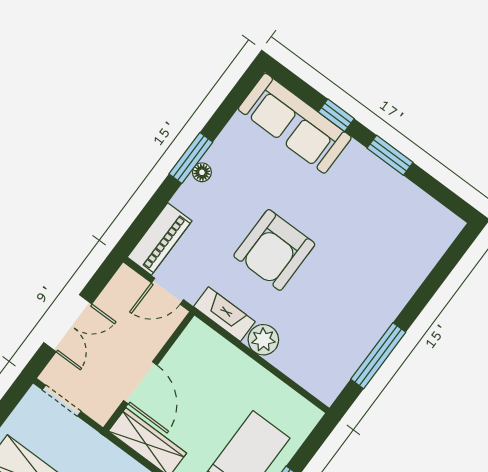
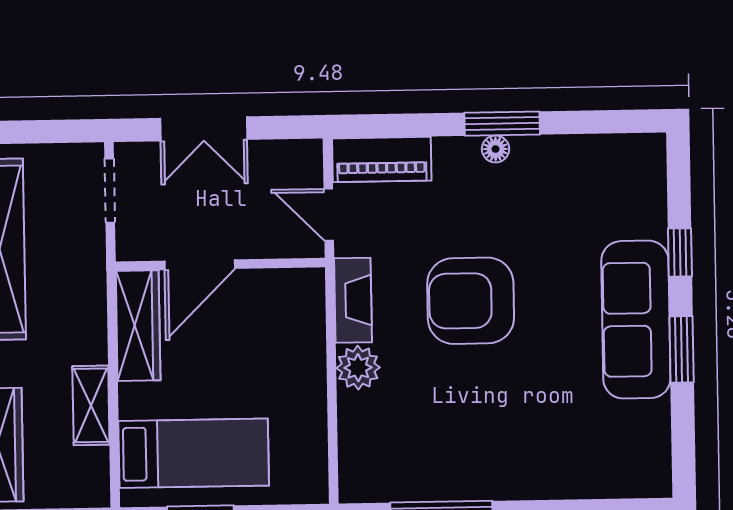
sofa: (295, 123) -> (636, 320), moved

